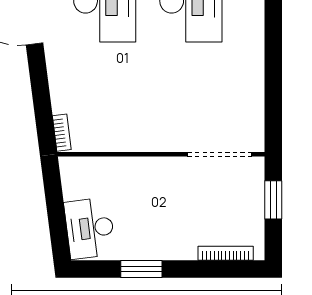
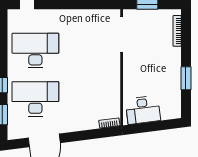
desk: (90, 228) -> (143, 110), moved

